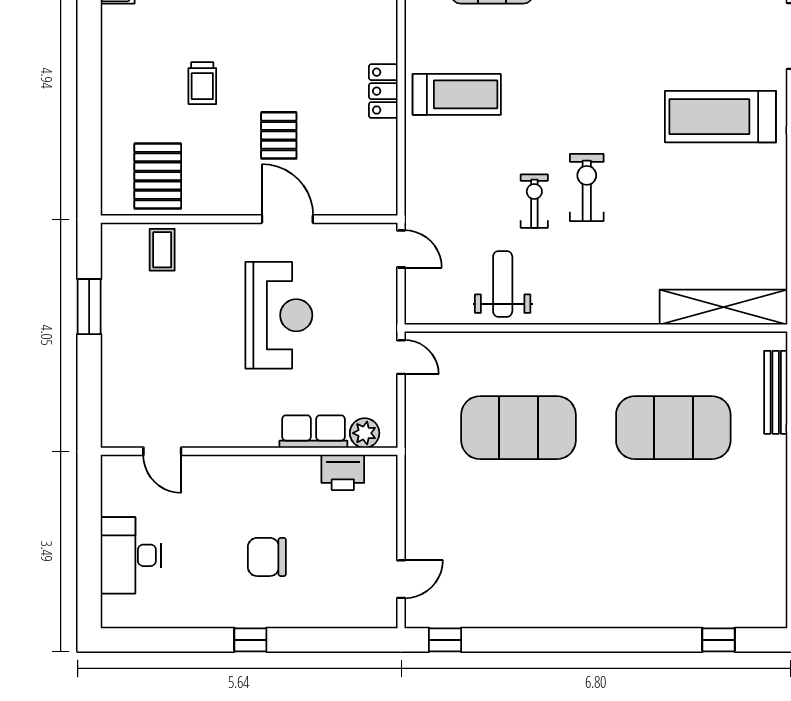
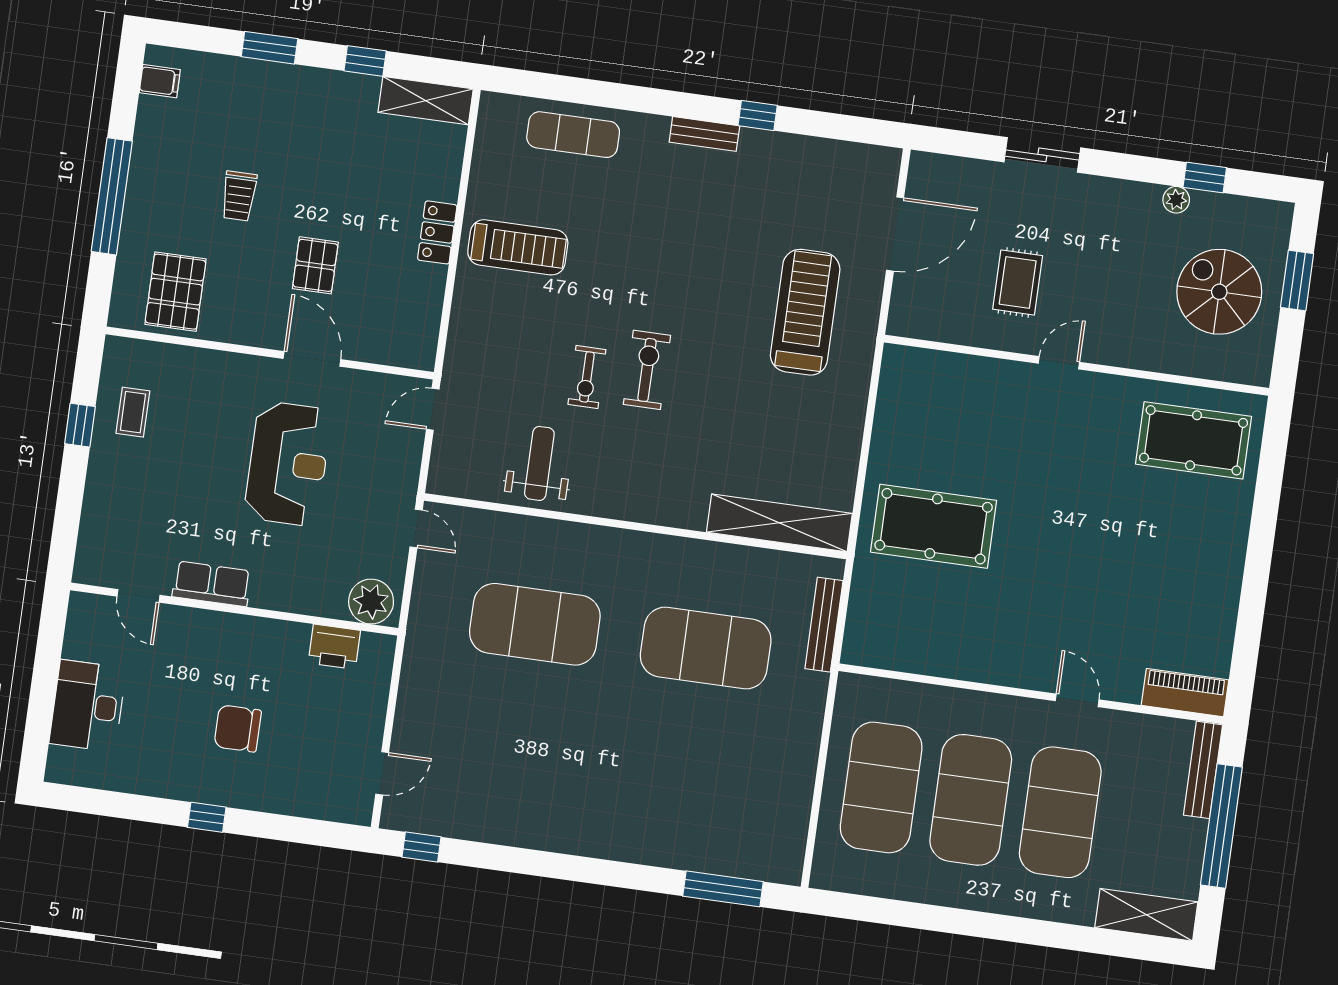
window: (89, 99) -> (112, 196), added
treadmill: (720, 117) -> (805, 312), turned 90
exercise bike: (534, 201) -> (587, 377), turned 180
door: (401, 249) -> (433, 409), swing flipped
coffee table: (162, 250) -> (133, 412), moved
window: (89, 307) -> (80, 425), width x0.67
row of seats: (313, 432) -> (212, 584), moved
plant: (365, 433) -> (371, 602), width x1.36, depth x1.36
window: (718, 640) -> (723, 889), width x2.17

